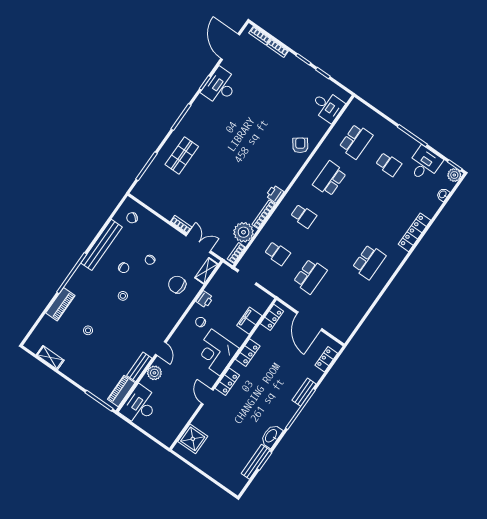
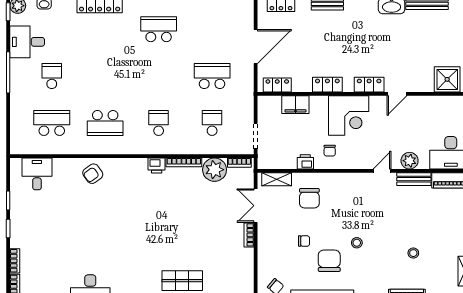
chair: (124, 268) -> (329, 261), width x1.87, depth x1.87

